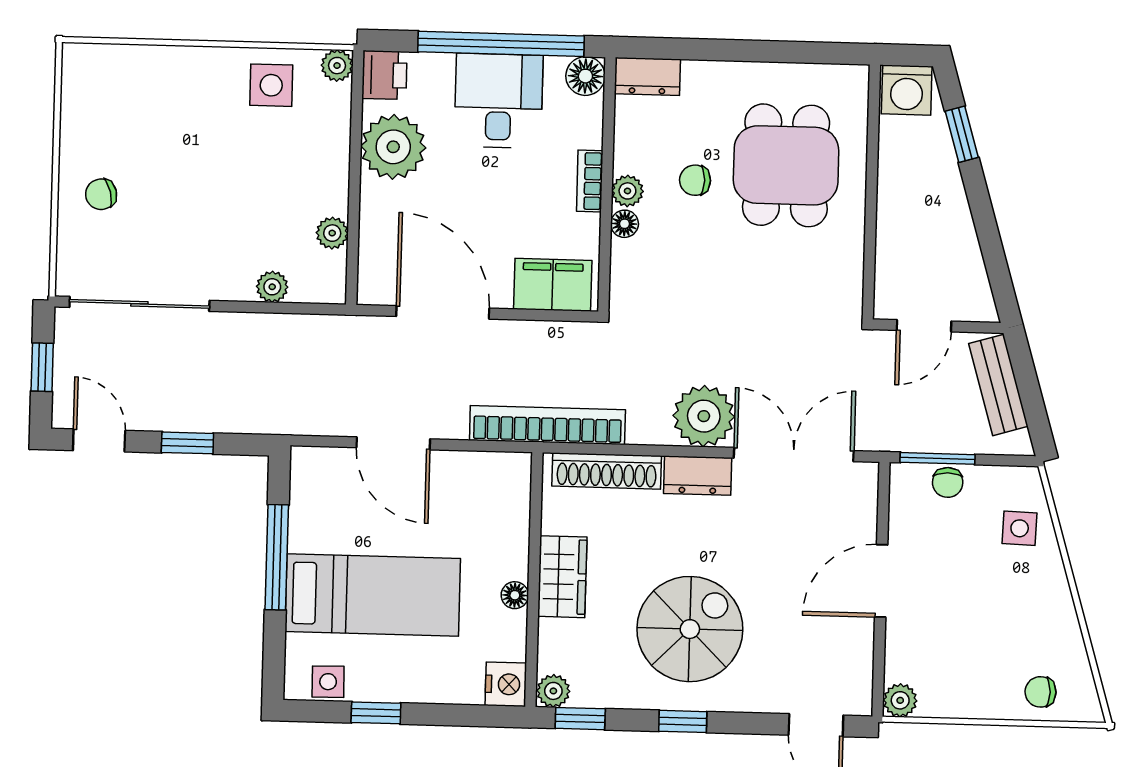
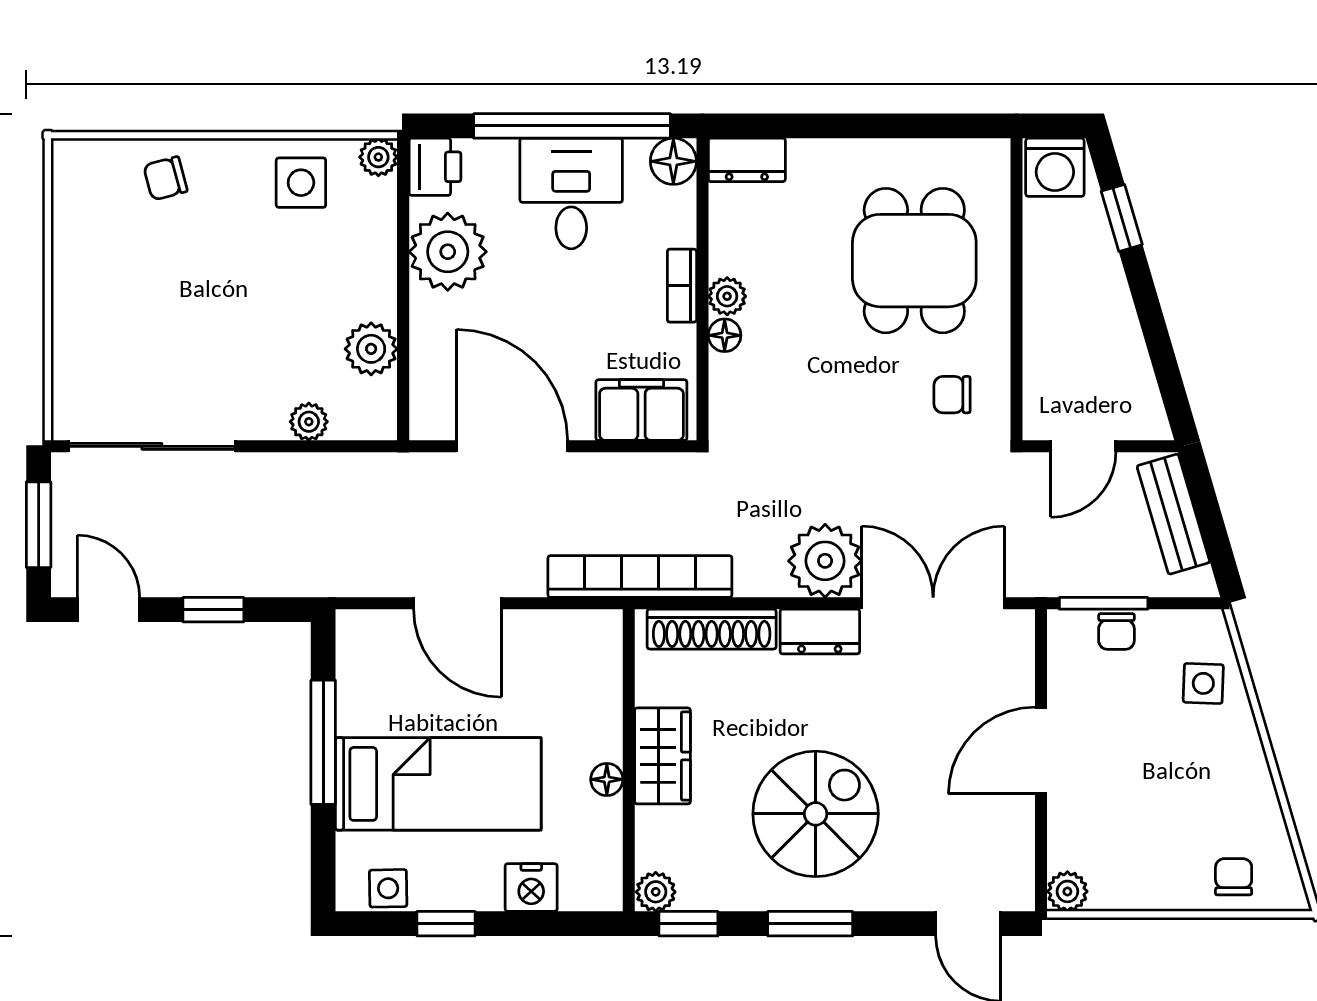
chair: (695, 180) -> (952, 395), moved
chair: (101, 194) -> (165, 178), moved
plant: (332, 233) -> (371, 349), width x1.38, depth x1.38
window: (42, 367) -> (39, 525), width x1.50
nightstand: (506, 684) -> (531, 888), moved, turned 90
chair: (1040, 692) -> (1234, 877), turned 90
window: (683, 721) -> (810, 924), width x1.50

